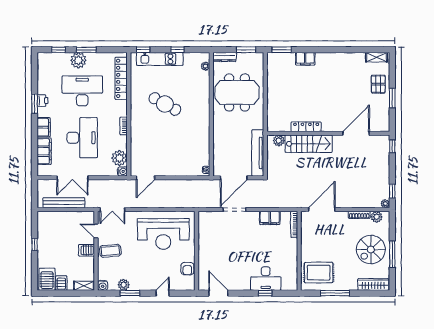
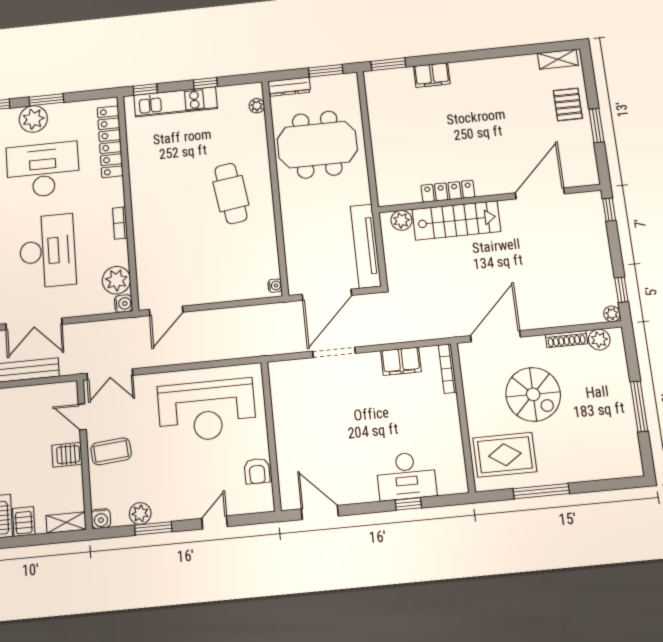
cafe table: (165, 104) -> (231, 193), moved, turned 53
spiral stairs: (371, 250) -> (533, 394), moved, turned -90
wardrobe: (373, 284) -> (612, 468), removed

